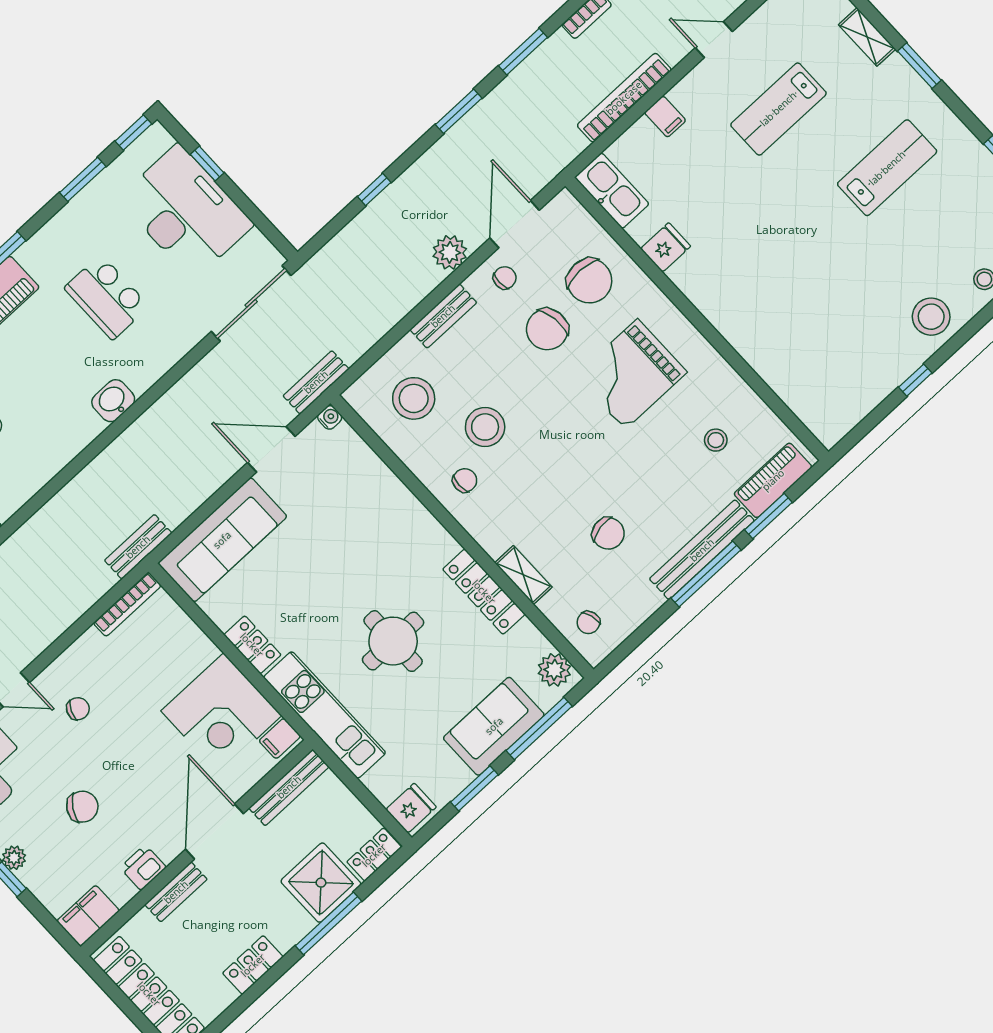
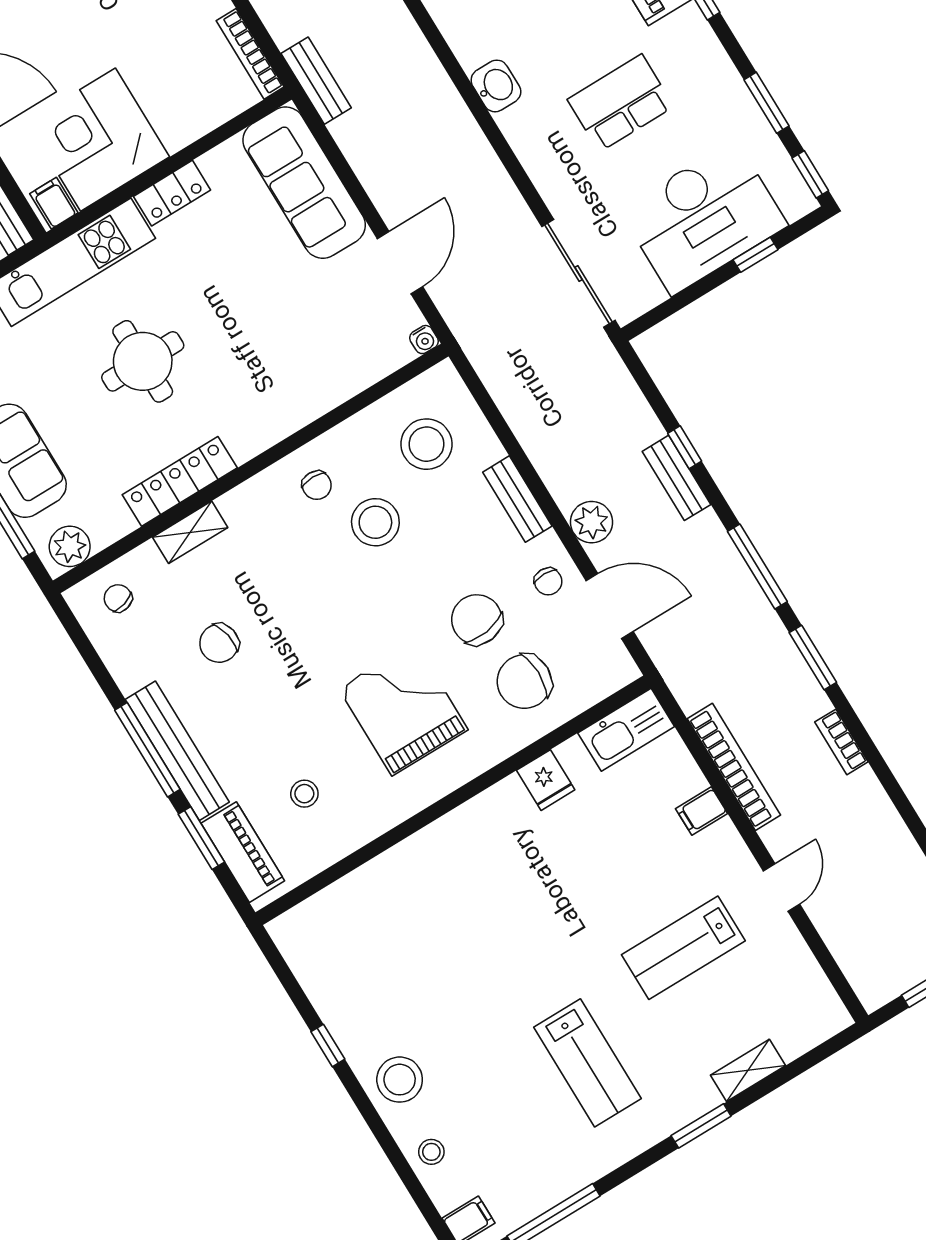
lab bench: (778, 109) -> (683, 948), turned -90
window: (459, 111) -> (757, 567), width x1.44
bench: (316, 382) -> (677, 478), moved

